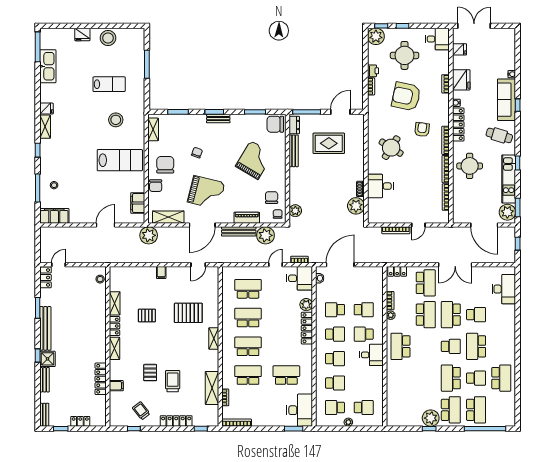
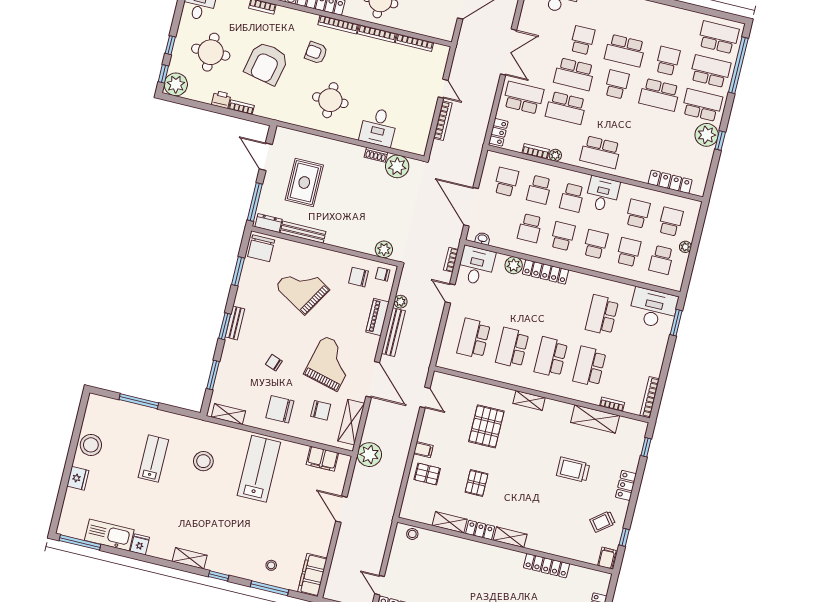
fridge: (46, 109) -> (140, 544), moved
round table: (391, 148) -> (330, 100), turned -32
chair: (156, 186) -> (321, 410), moved
plant: (265, 235) -> (401, 302), width x0.53, depth x0.53
school desk: (364, 285) -> (506, 182), added
school desk: (364, 310) -> (539, 190), turned 180
school desk: (426, 315) -> (566, 108), turned 180
pallet: (150, 373) -> (427, 474), moved
school desk: (501, 378) -> (718, 37), moved
school desk: (364, 383) -> (638, 214), added
filing cabinet: (116, 386) -> (607, 558), moved
locker: (392, 400) -> (670, 182), added
locker: (176, 421) -> (626, 485), width x0.66

